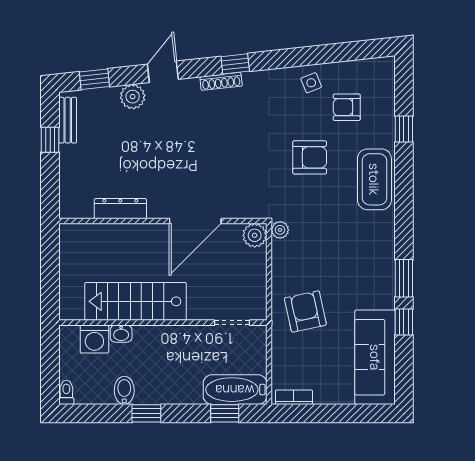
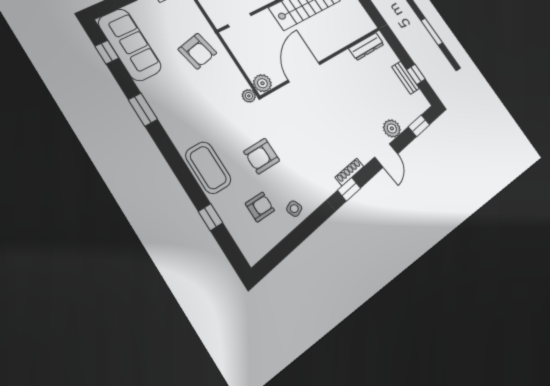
bench: (68, 120) -> (406, 78), moved
dresser: (120, 209) -> (366, 46), moved
window: (404, 322) -> (107, 52), moved

